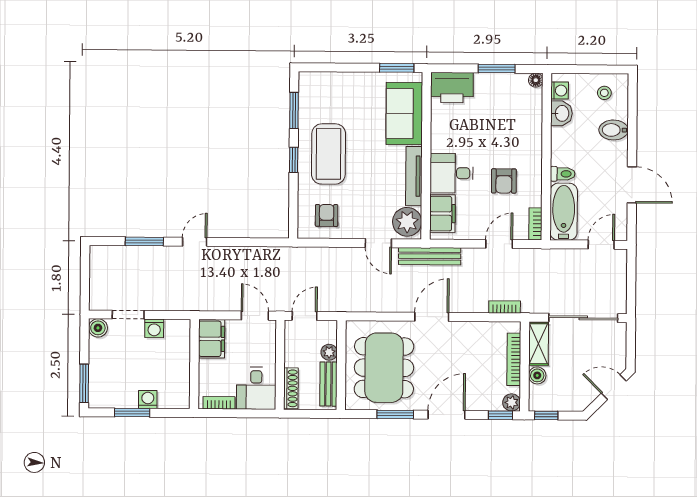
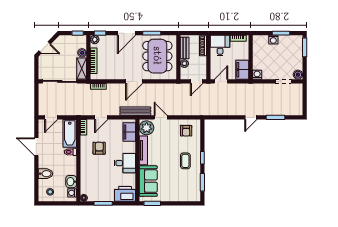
coffee table: (328, 154) -> (185, 161), width x0.54, depth x0.58
desk: (452, 173) -> (125, 163), moved
door: (255, 316) -> (221, 81), swing flipped
washing machine: (154, 328) -> (257, 75), moved

